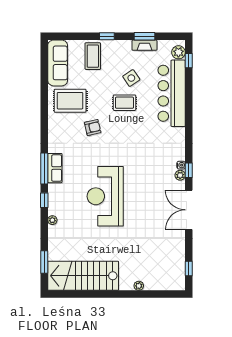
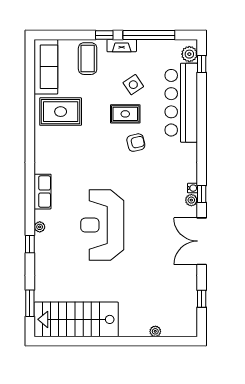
window: (144, 36) -> (149, 35), width x2.11
fireplace: (144, 45) -> (122, 46), moved
armchair: (93, 128) -> (136, 143), moved
window: (44, 168) -> (30, 192), removed
window: (44, 200) -> (30, 244), moved
plant: (52, 220) -> (40, 227), moved
window: (189, 269) -> (202, 299), moved
plant: (139, 286) -> (155, 331), moved

